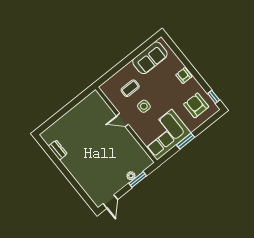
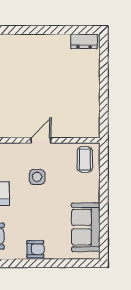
coffee table: (130, 88) -> (85, 160), moved
dresser: (58, 150) -> (84, 41), moved

